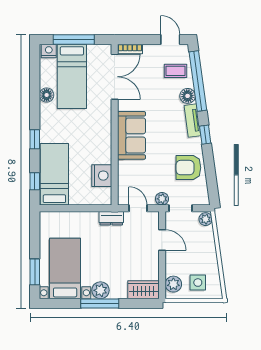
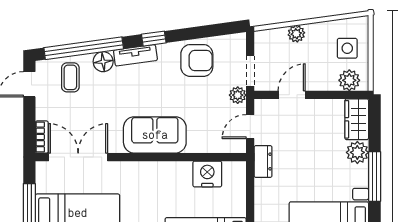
armchair: (188, 168) -> (197, 60), turned -90
plant: (206, 219) -> (296, 34), moved
plant: (100, 290) -> (357, 152), moved

